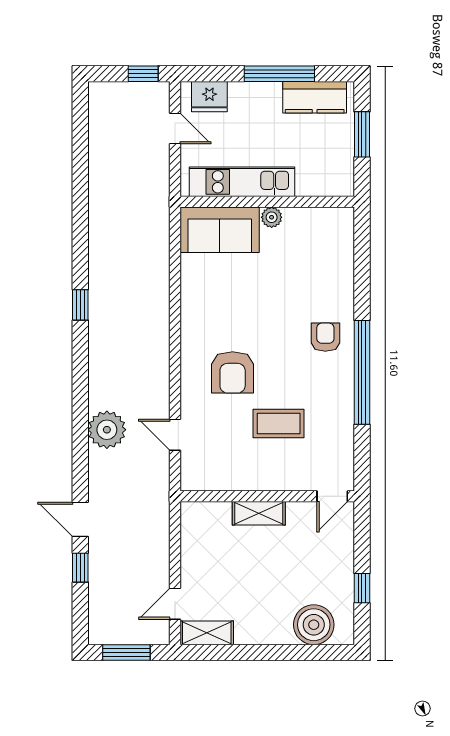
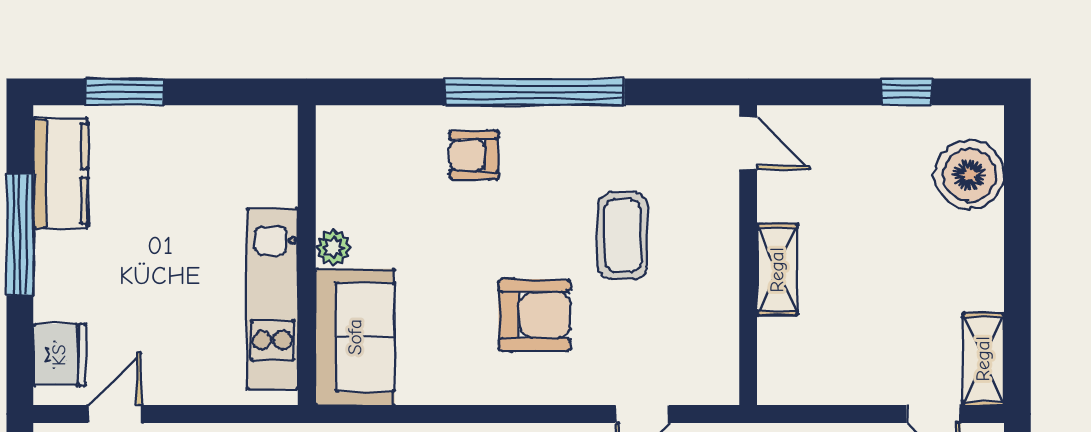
kitchen unit: (242, 182) -> (272, 298), moved
wall: (267, 202) -> (307, 255), moved
plant: (272, 217) -> (333, 248), moved
sofa: (220, 230) -> (355, 337), moved

